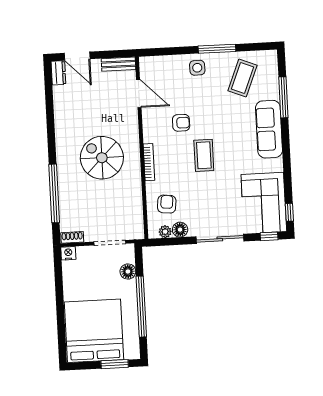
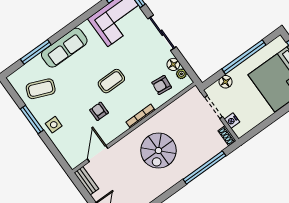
nightstand: (68, 253) -> (232, 121), moved

